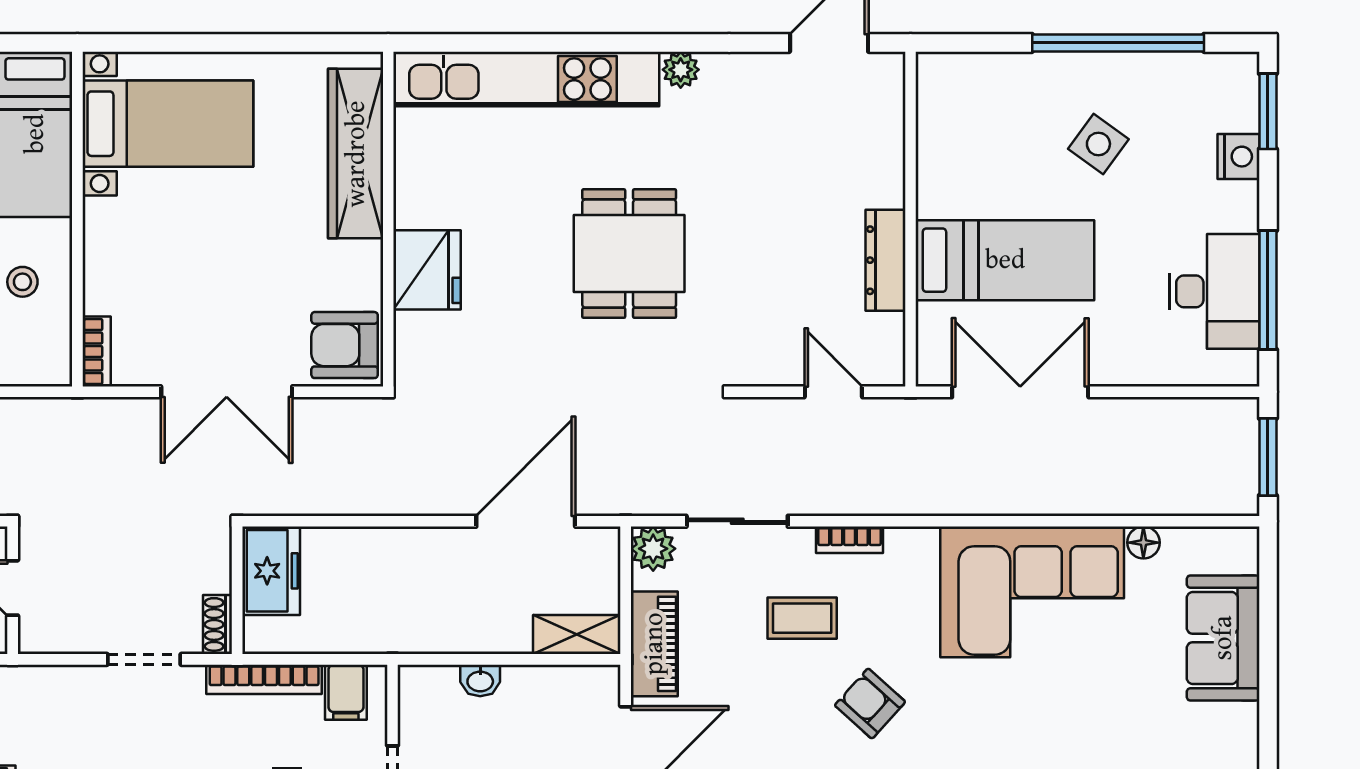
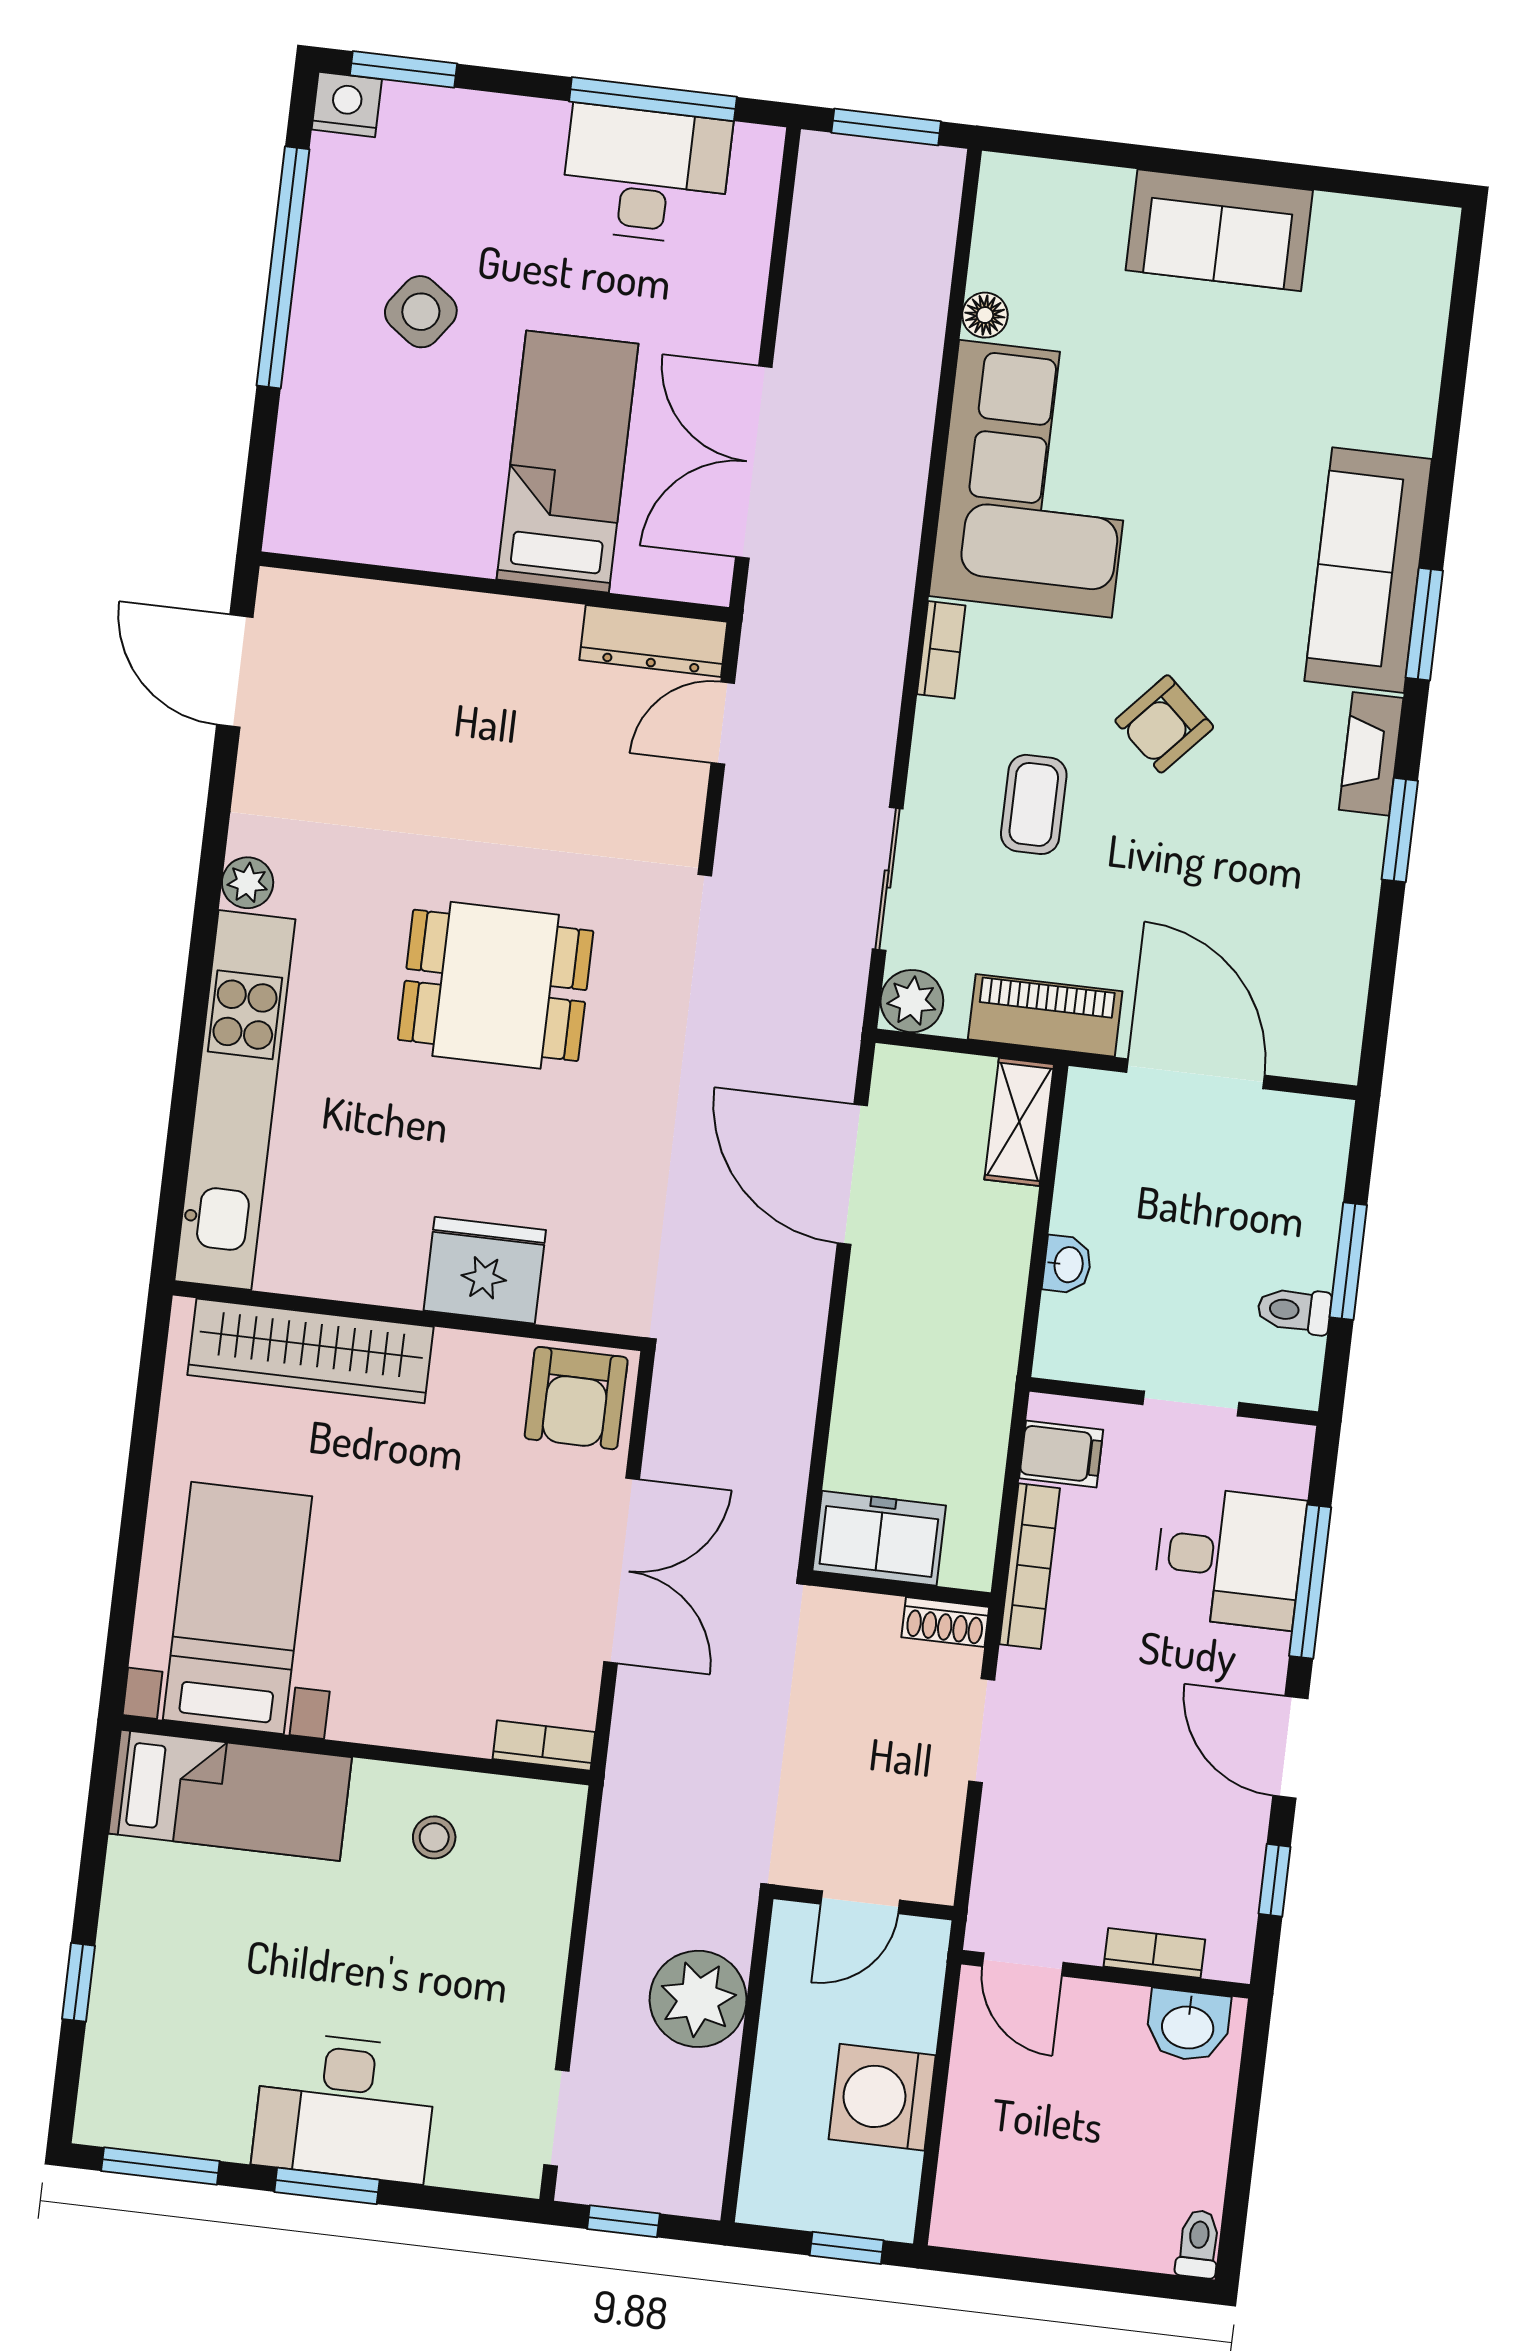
nightstand: (1238, 157) -> (347, 104), moved
dresser: (886, 260) -> (653, 641), moved
bookcase: (849, 540) -> (941, 650), moved
sofa: (1223, 638) -> (1219, 230), moved

